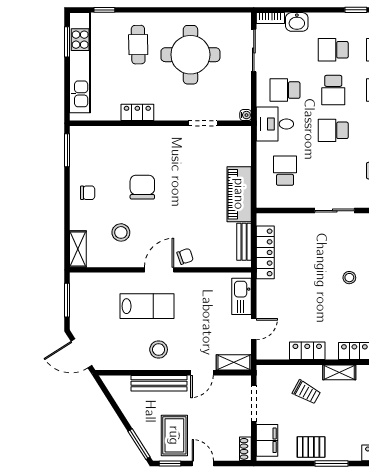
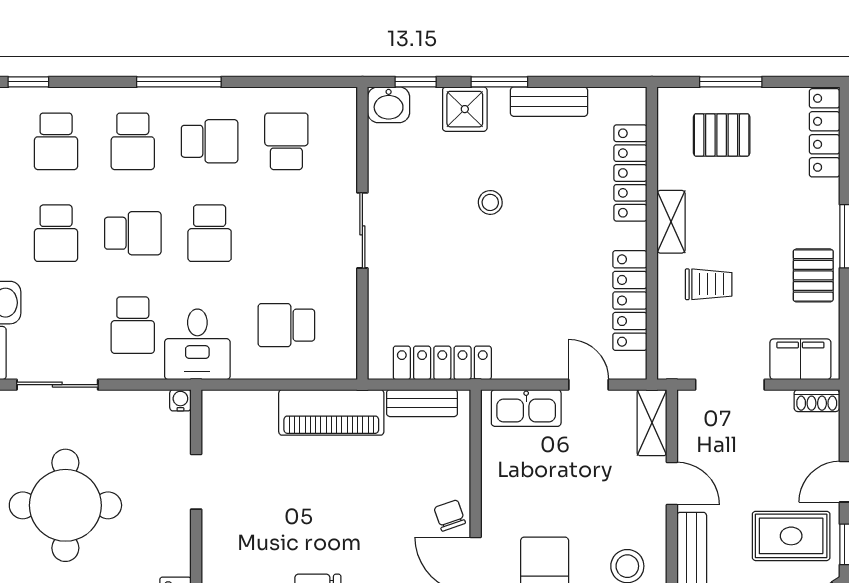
locker: (307, 351) -> (630, 300), width x1.53
trolley: (306, 392) -> (709, 284), turned 61

